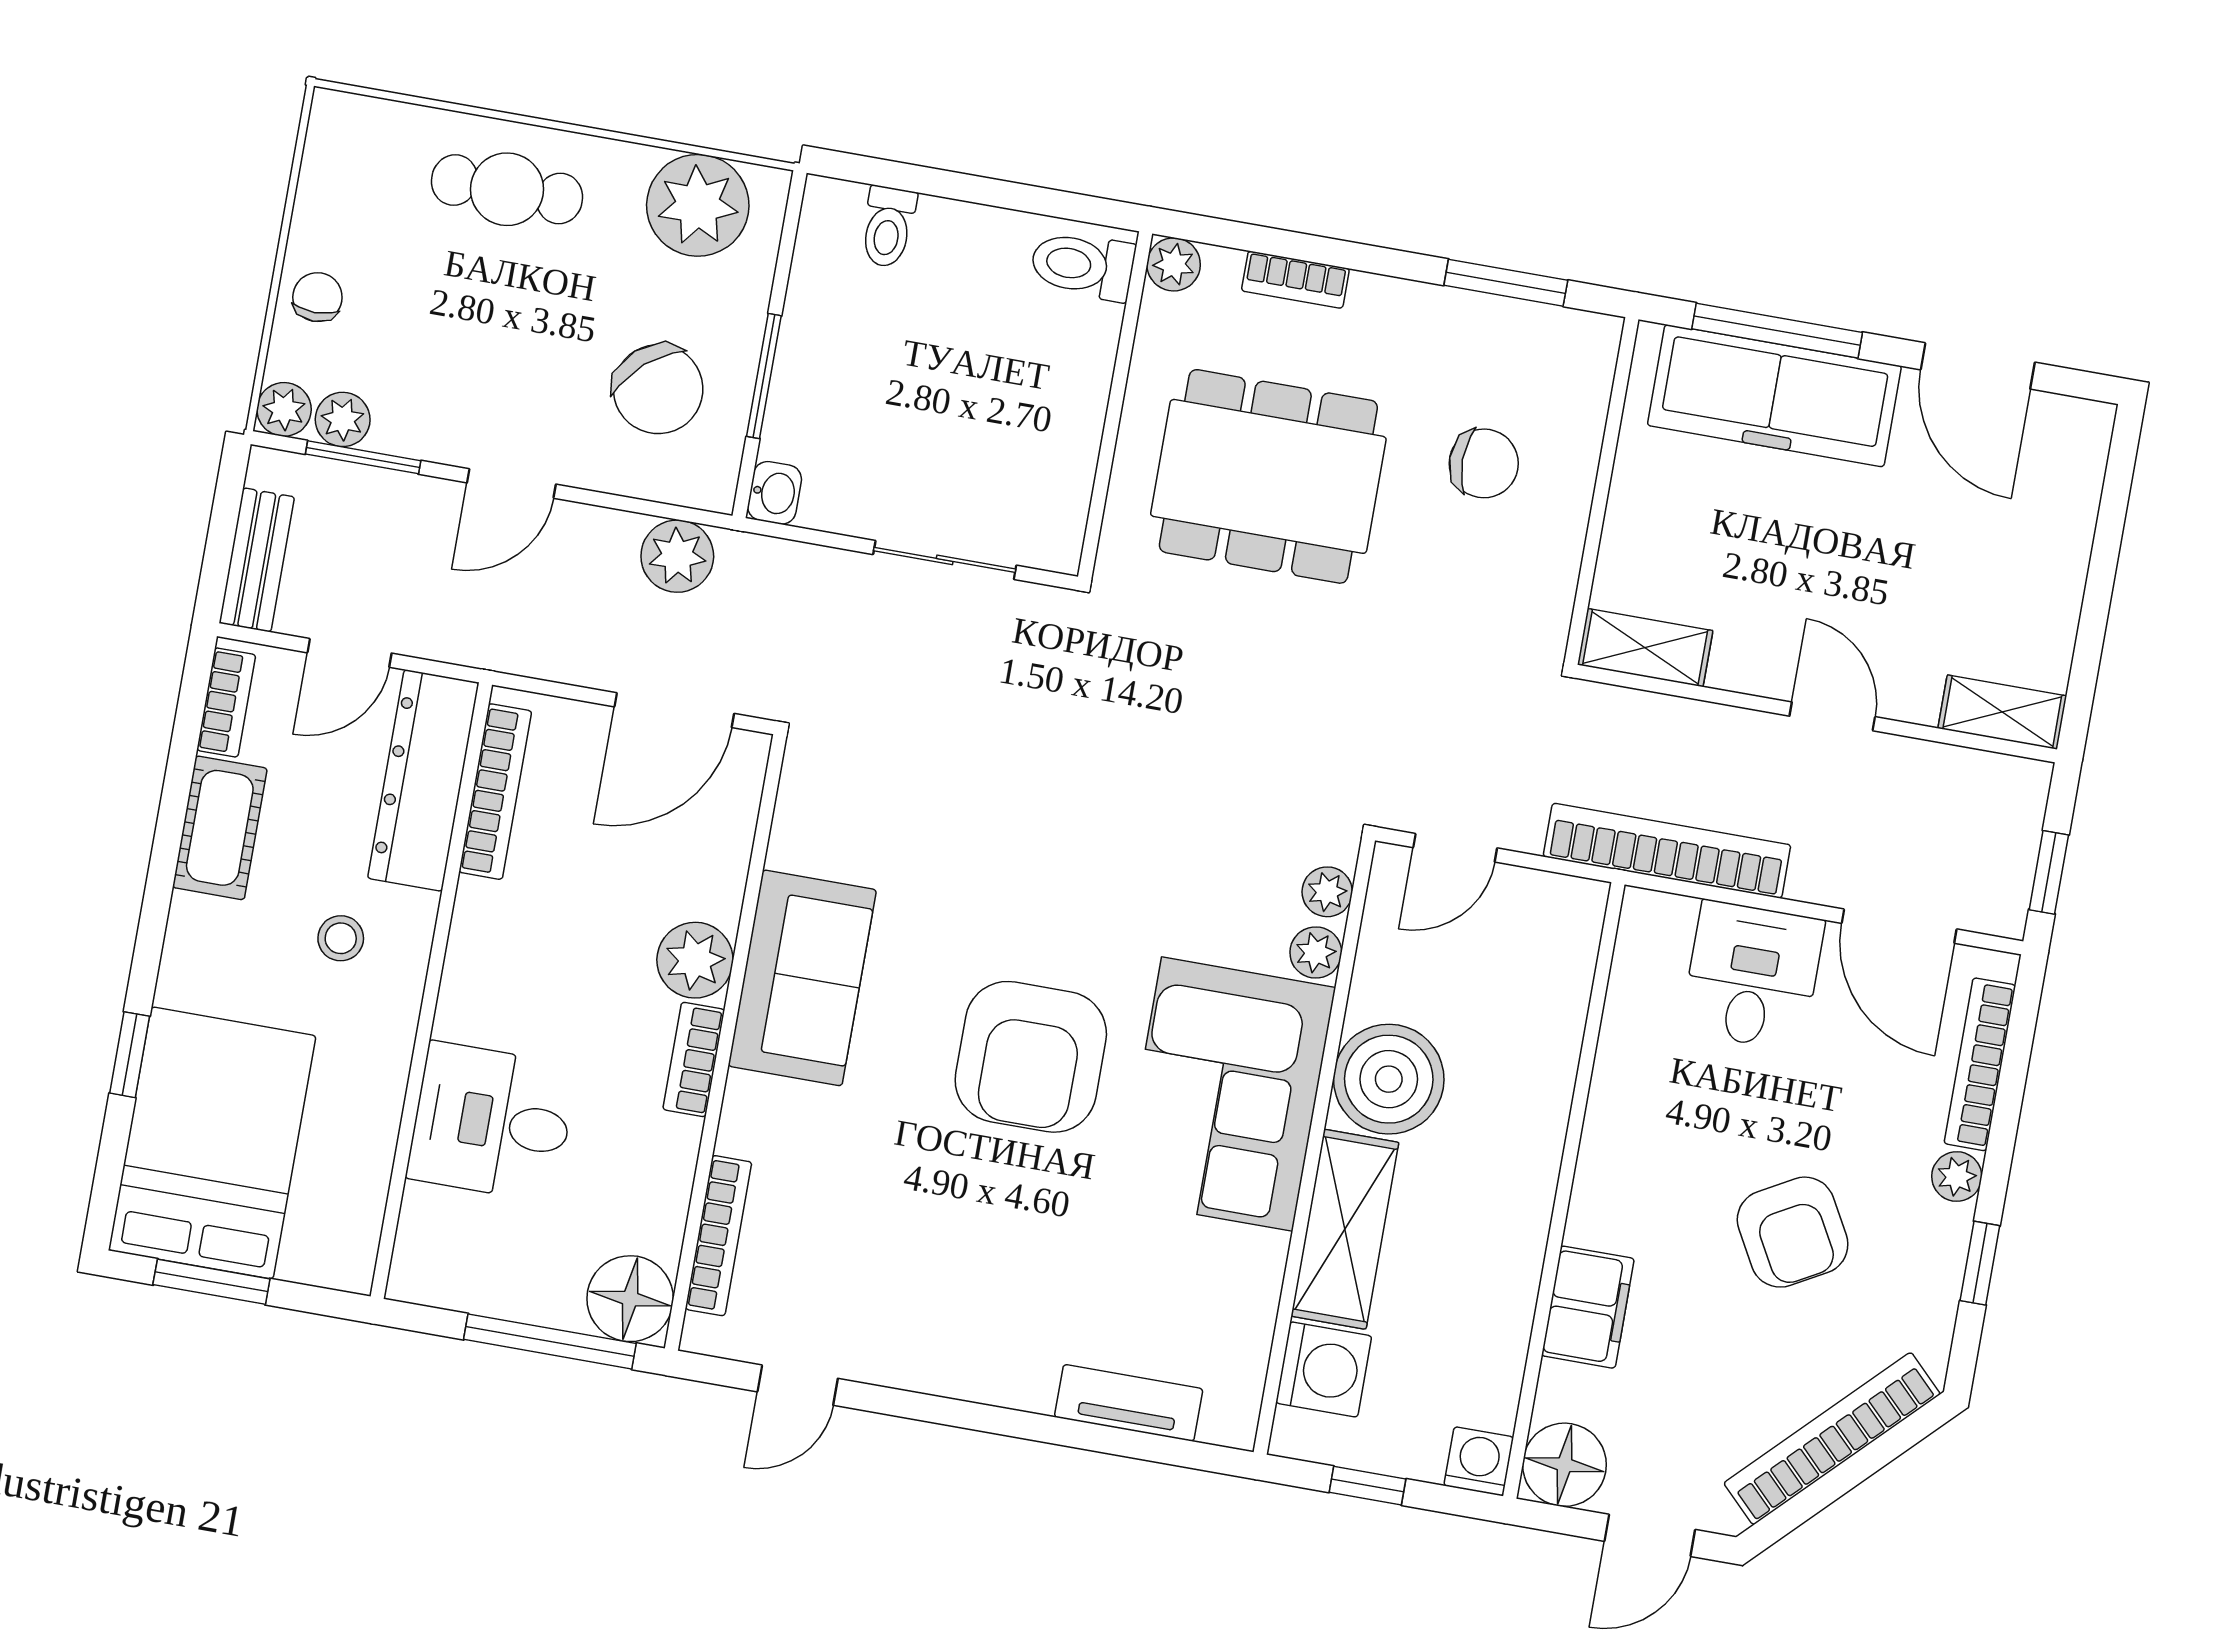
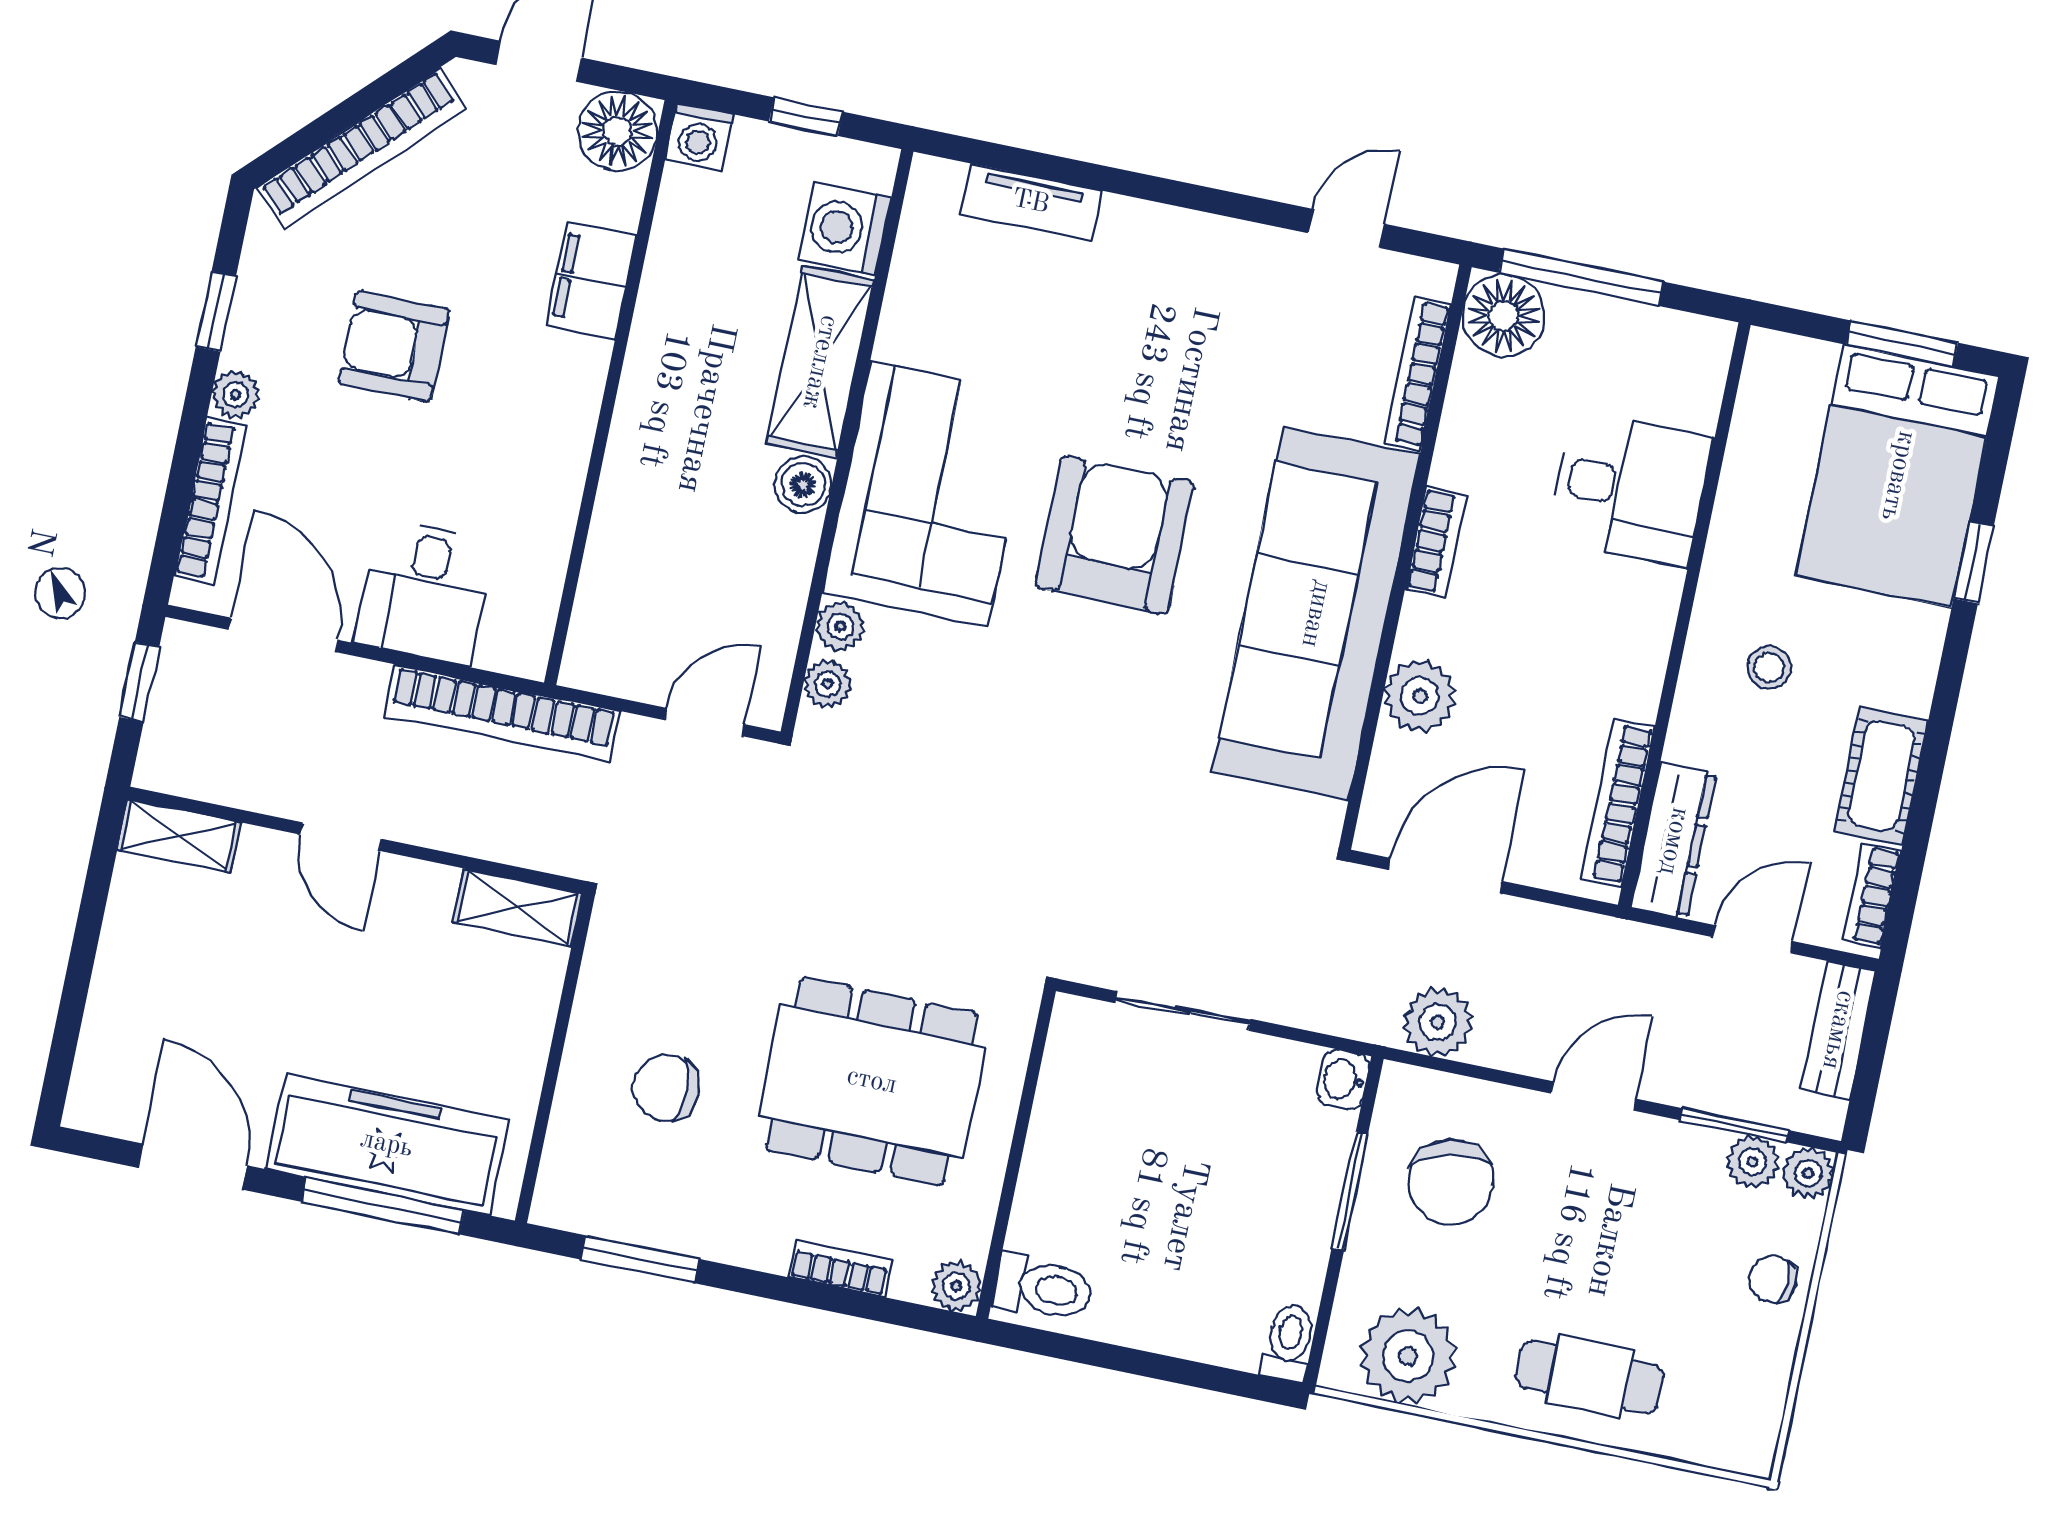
toilet: (888, 227) -> (1289, 1343), moved
chair: (317, 297) -> (1773, 1279), turned 94
chair: (658, 389) -> (1451, 1182), turned -153
dresser: (423, 780) -> (1674, 841), width x0.73, depth x0.80
plant: (695, 960) -> (1420, 696), moved
sofa: (802, 978) -> (1316, 614), width x1.85, depth x1.27
boiler: (1389, 1079) -> (803, 485), width x0.54, depth x0.54
armchair: (1793, 1232) -> (394, 346), turned -61

